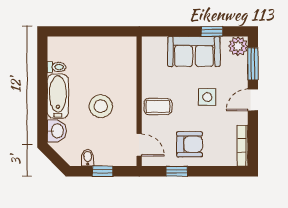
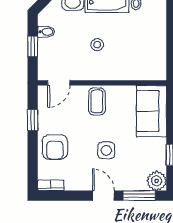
sofa: (194, 51) -> (151, 111), moved
stool: (101, 106) -> (97, 45), width x0.53, depth x0.53
armchair: (190, 144) -> (55, 147), moved
bookcase: (243, 146) -> (51, 185), width x0.64

